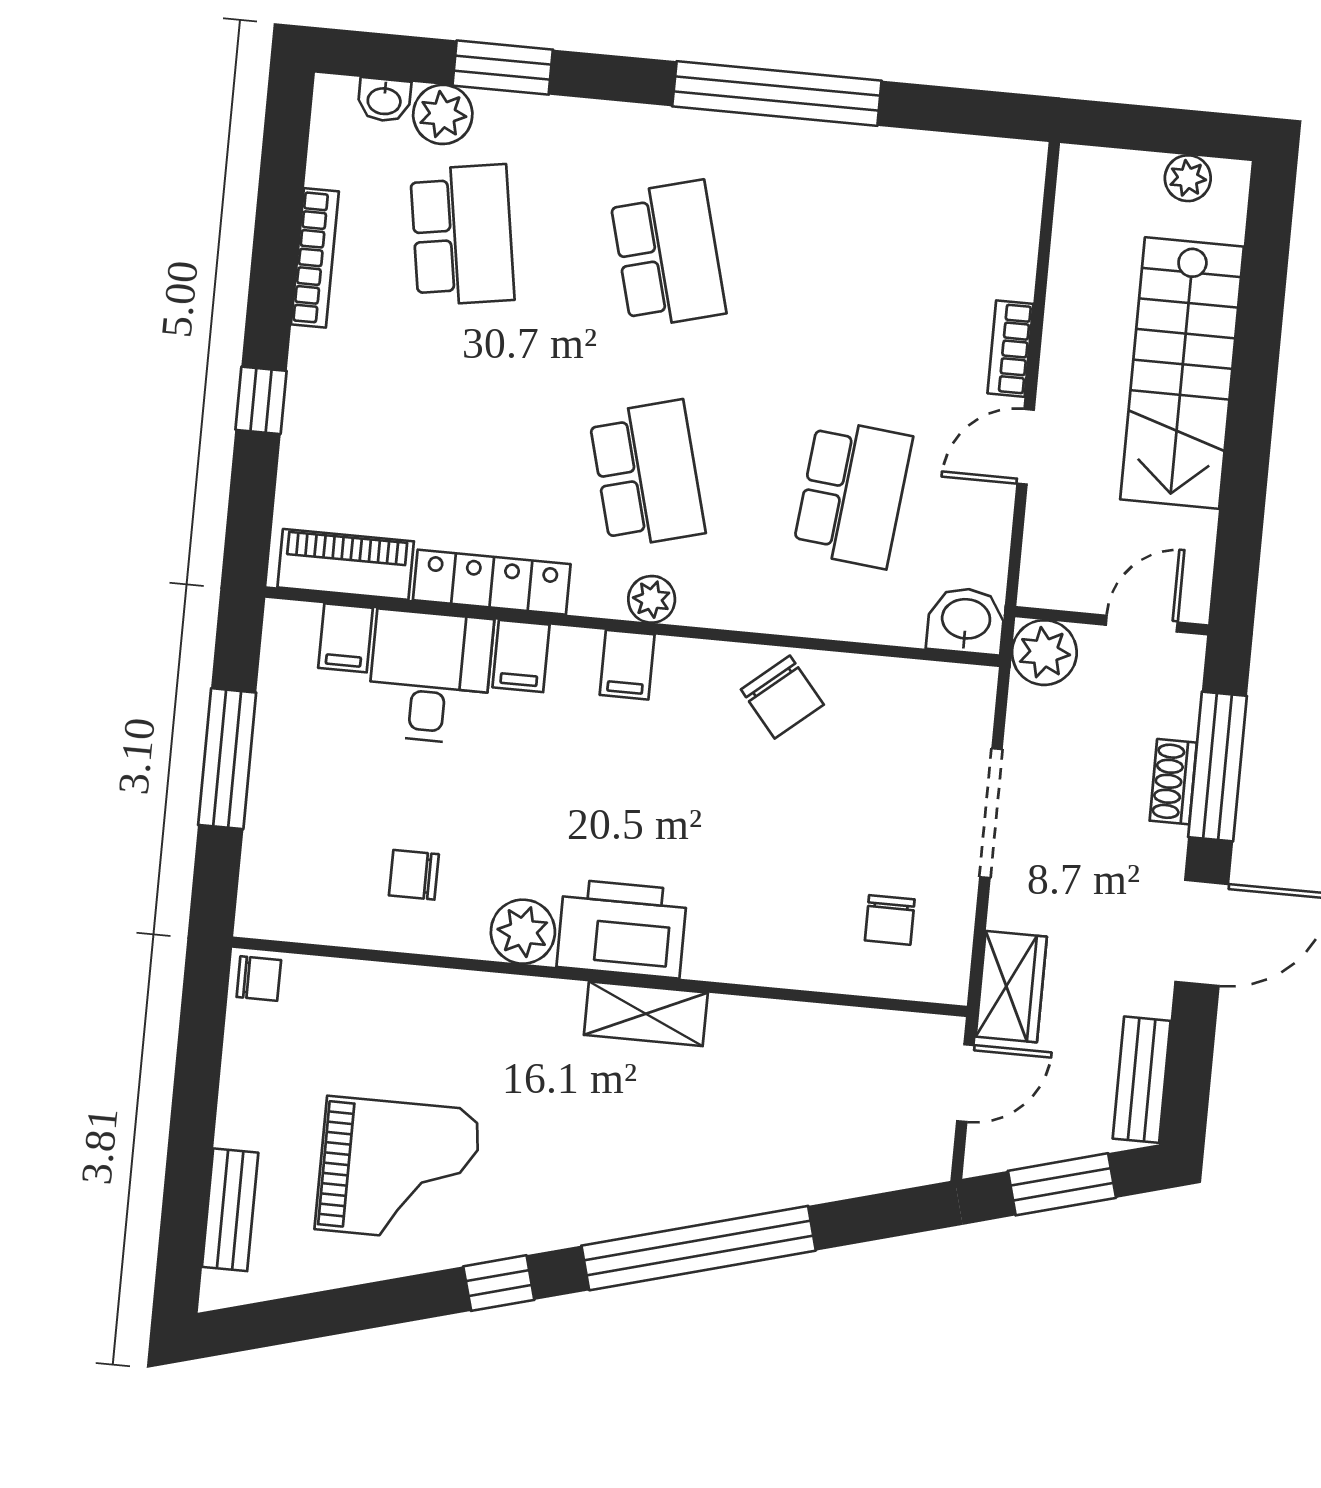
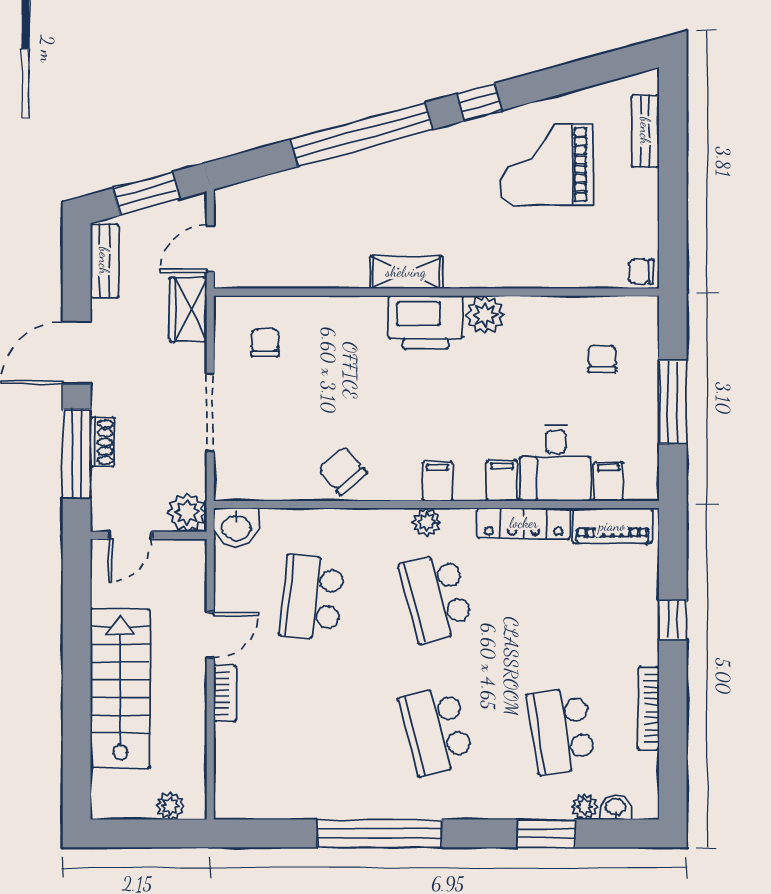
plant: (443, 114) -> (585, 807), width x0.73, depth x0.73
plant: (1188, 178) -> (170, 806), moved
chair: (414, 875) -> (602, 359), moved, turned -90

